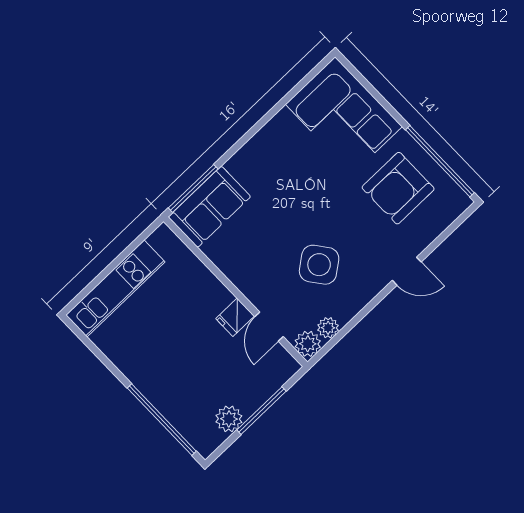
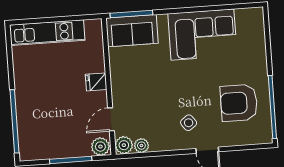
corner sofa: (344, 115) -> (202, 35), moved, turned -90
side table: (319, 265) -> (189, 123), moved, width x0.54, depth x0.54
fridge: (235, 317) -> (96, 82), moved
plant: (229, 419) -> (100, 147), moved

